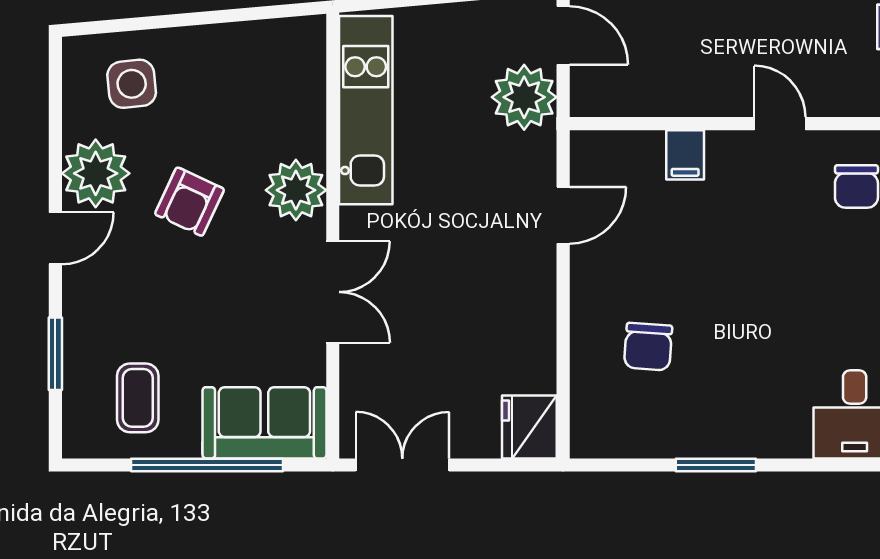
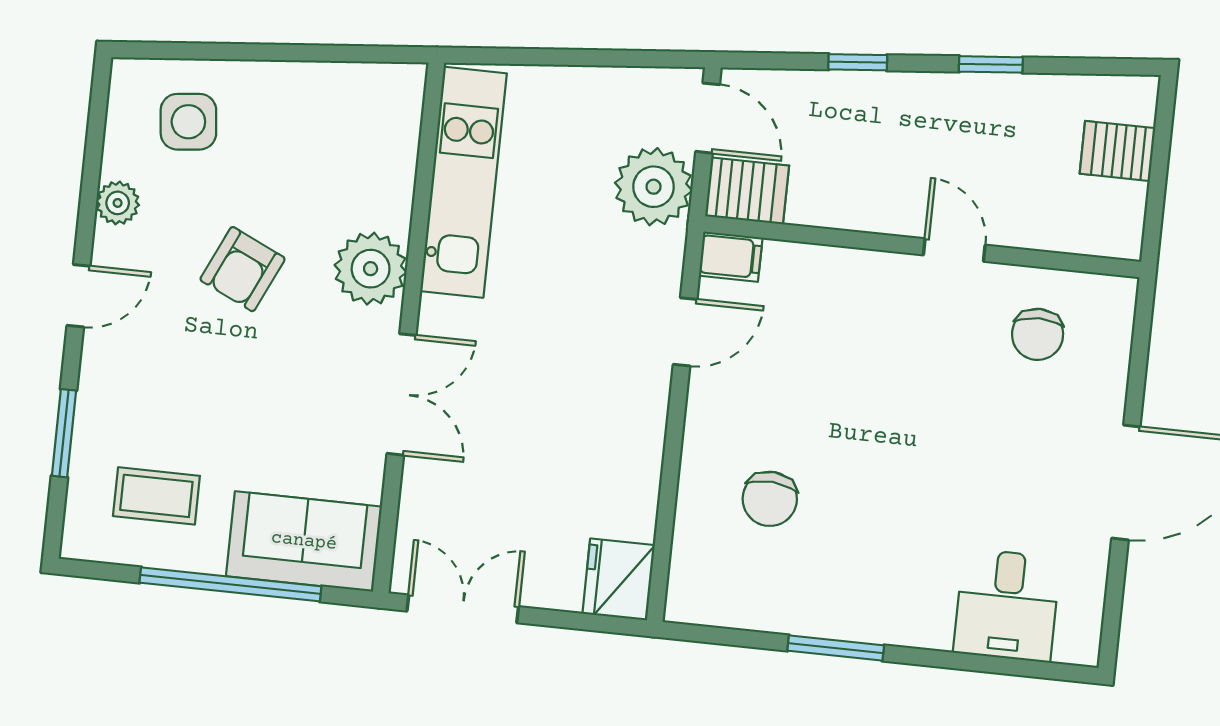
server rack: (602, 93) -> (747, 191), added
filing cabinet: (685, 155) -> (731, 257), moved, turned -90
plant: (96, 173) -> (118, 203), width x0.53, depth x0.53
coffee table: (138, 398) -> (156, 496), turned 90

